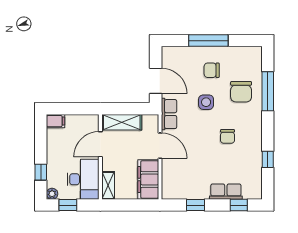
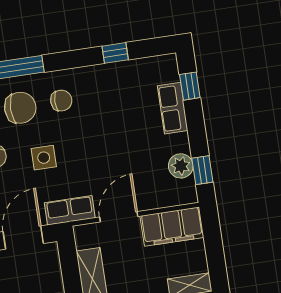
chair: (227, 136) -> (61, 101), moved
plant: (187, 191) -> (181, 166), added
window: (195, 205) -> (202, 170), moved

